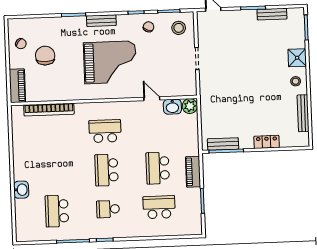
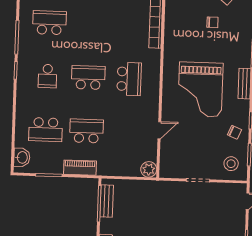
chair: (45, 56) -> (212, 22), width x0.54, depth x0.54
washbasin: (172, 107) -> (22, 157), moved, turned 180
school desk: (159, 207) -> (46, 130), turned 90
school desk: (108, 209) -> (47, 76), turned 180

